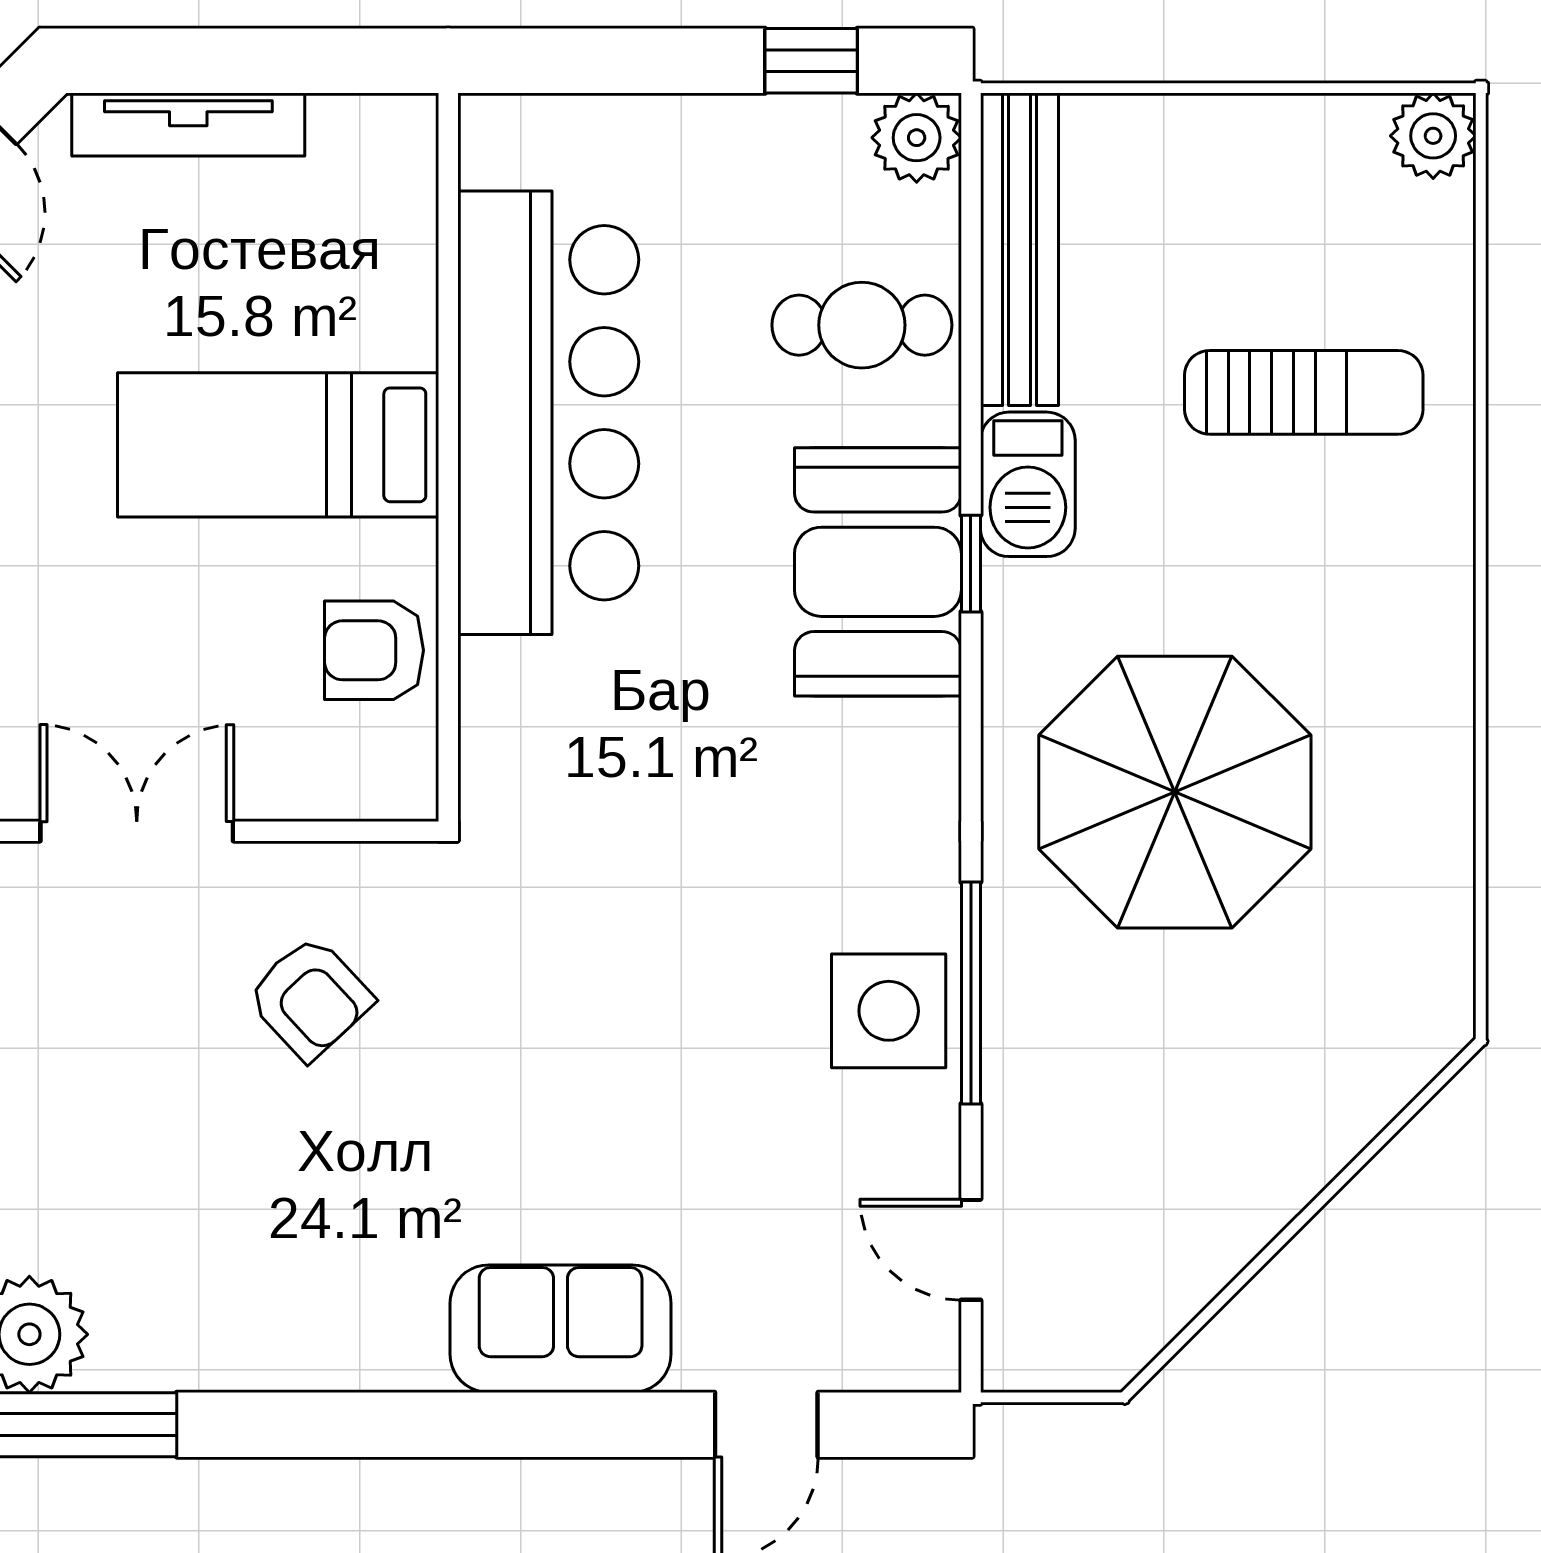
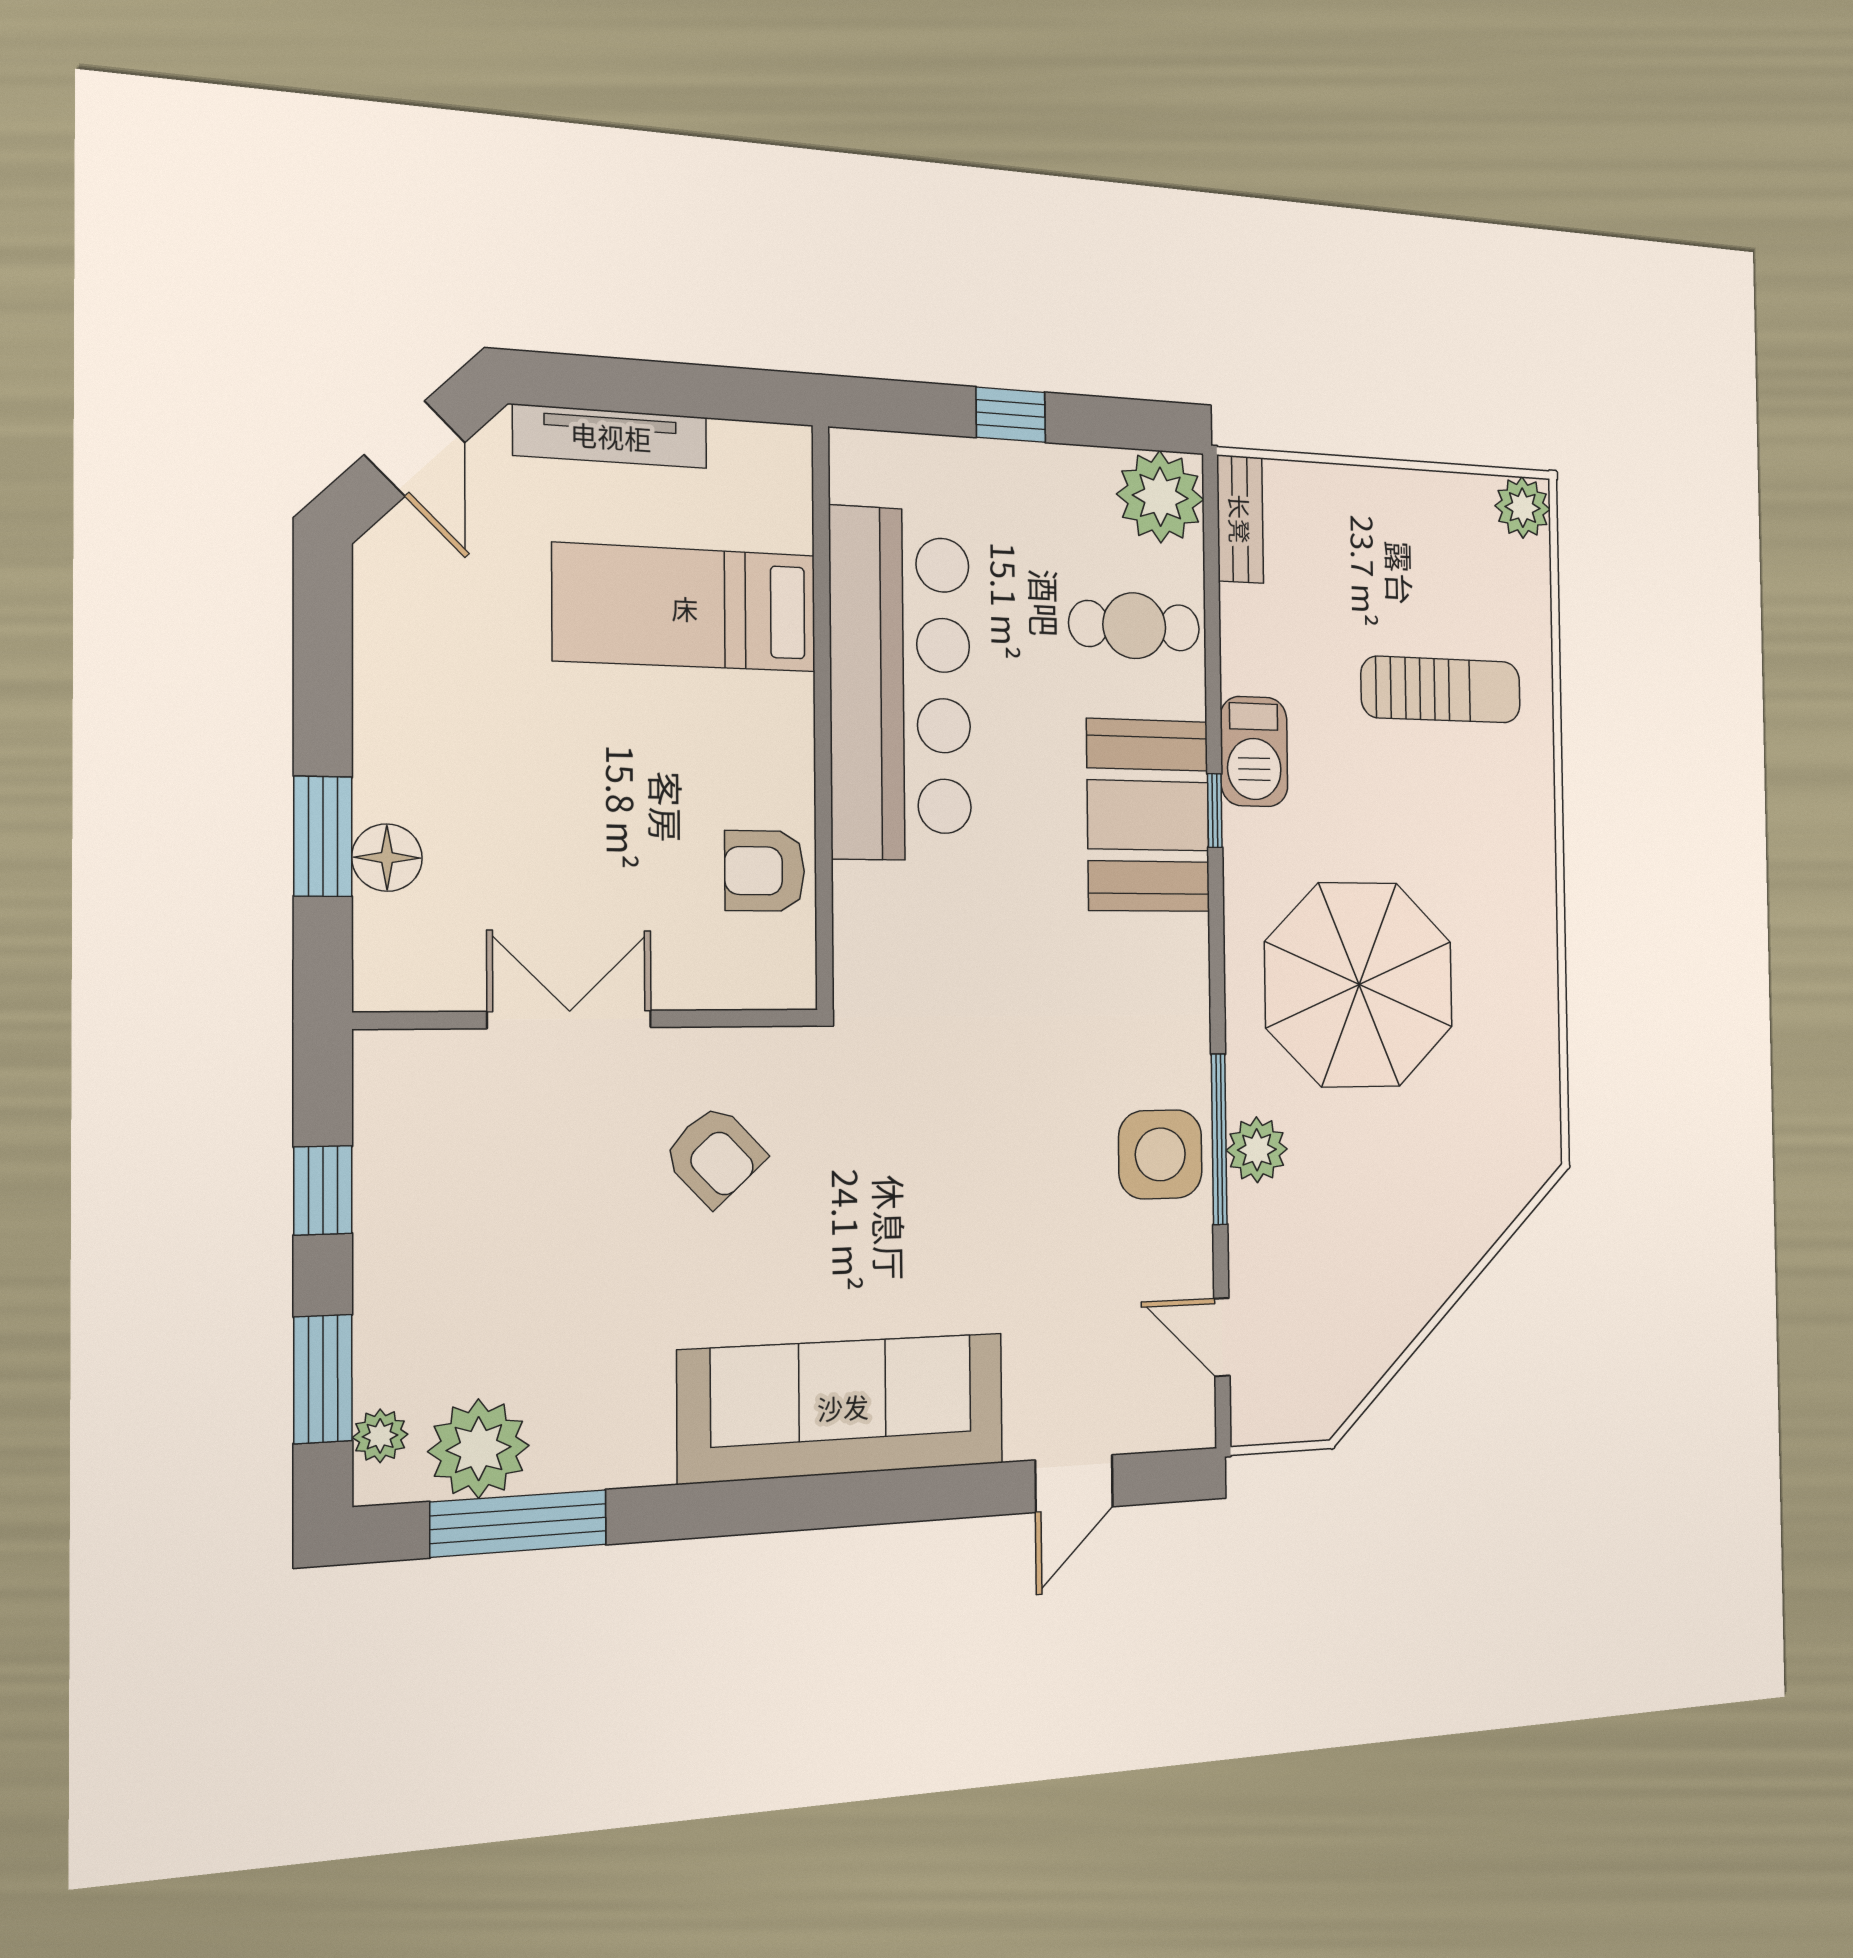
window: (811, 61) -> (1011, 415), moved
plant: (917, 138) -> (1160, 497), width x1.36, depth x1.36
bench: (1019, 249) -> (1240, 519), width x0.54, depth x0.82
bed: (278, 445) -> (685, 608), moved
plant: (1024, 1008) -> (1257, 1150), added
sofa: (561, 1329) -> (843, 1407), width x1.85, depth x1.27

